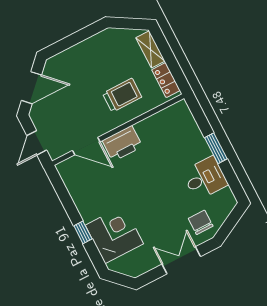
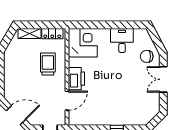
door: (31, 88) -> (16, 115), hinge flipped
window: (216, 148) -> (108, 25), removed
corner desk: (114, 235) -> (83, 43), moved, turned 90

